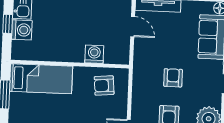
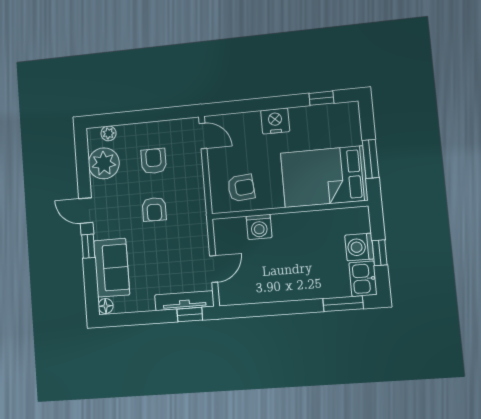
door: (133, 27) -> (214, 269), swing flipped
bed: (41, 79) -> (324, 177), width x1.50

